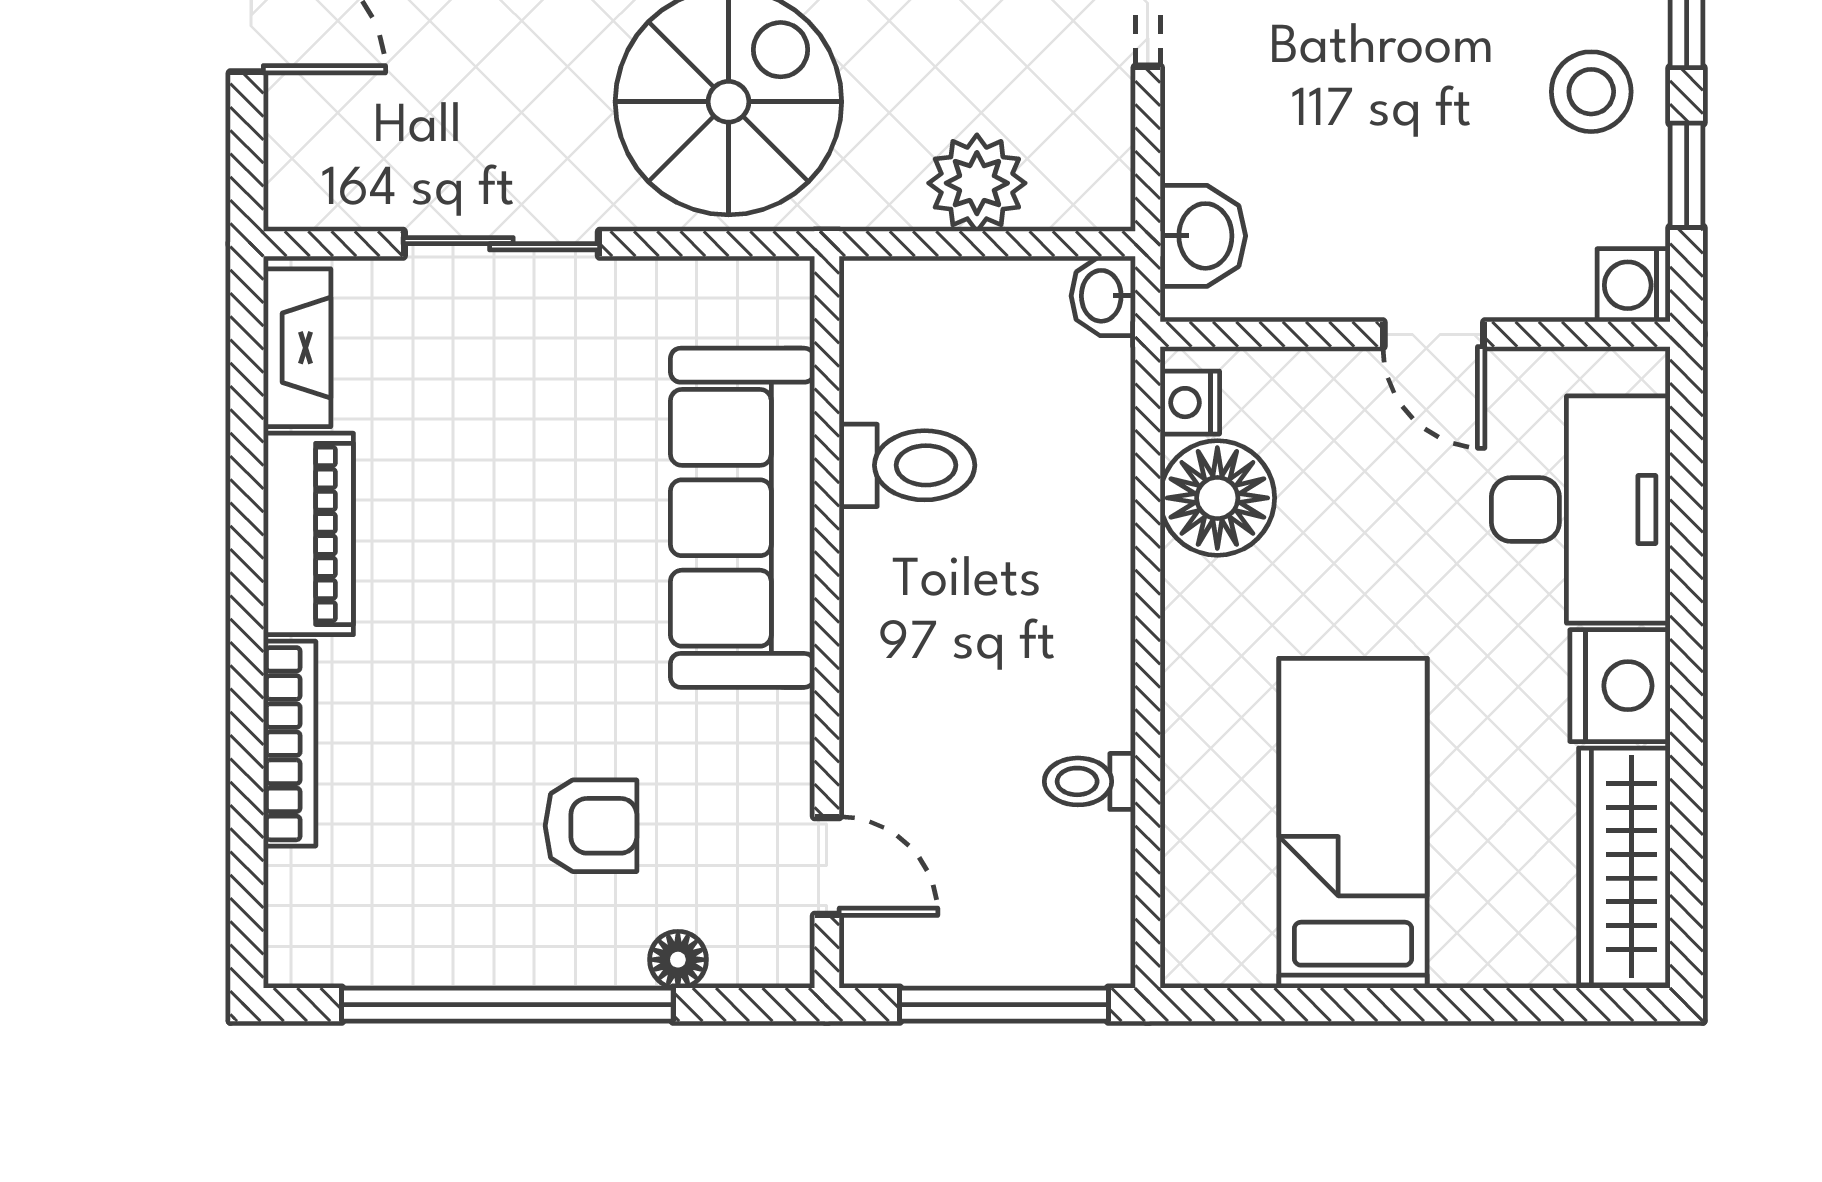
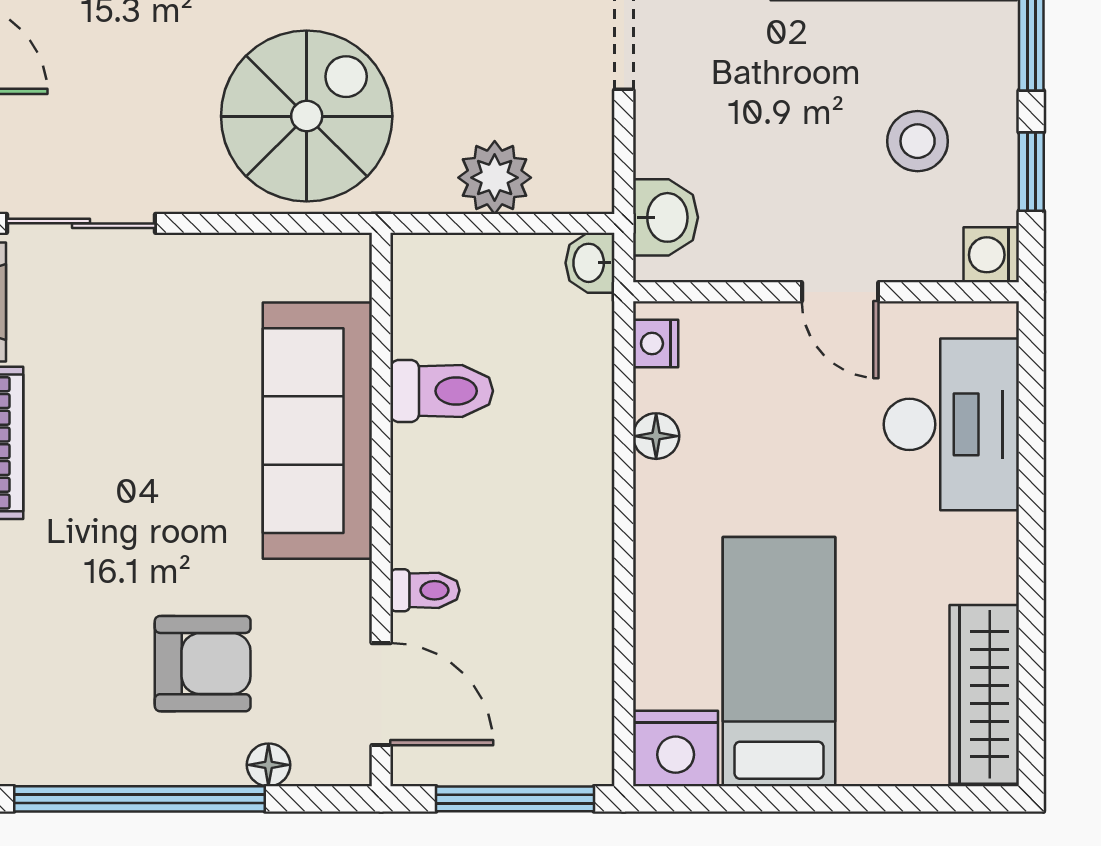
stool: (1591, 92) -> (918, 141), moved
sliding door: (501, 244) -> (81, 223), moved
floor lamp: (1217, 498) -> (656, 436), width x0.53, depth x0.53
nightstand: (1620, 686) -> (676, 748), moved, turned 90
toilet: (1090, 781) -> (425, 590), moved, turned 180
armchair: (591, 826) -> (203, 664), width x1.38, depth x1.38
door: (827, 866) -> (381, 694), width x1.38

